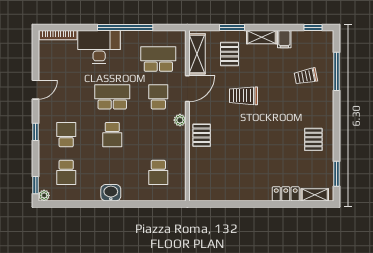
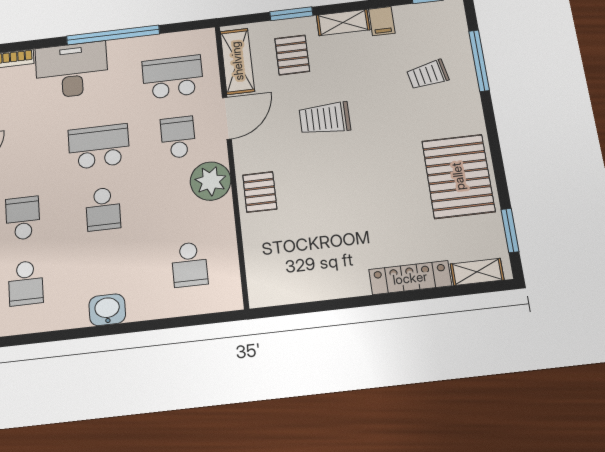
plant: (180, 120) -> (211, 181), width x1.88, depth x1.88
pallet: (313, 139) -> (458, 176), width x2.05, depth x2.00
locker: (286, 194) -> (410, 278), width x1.53

